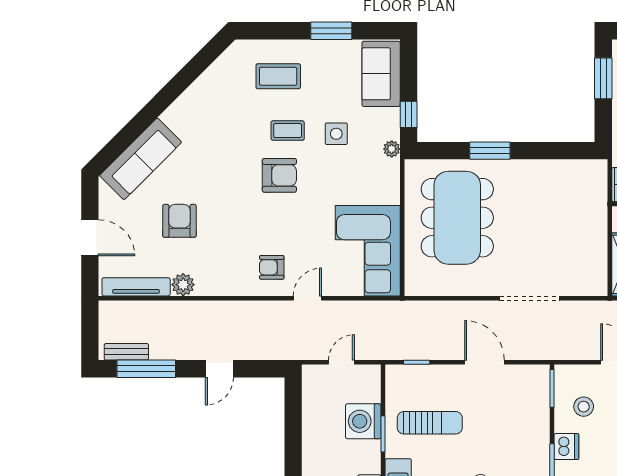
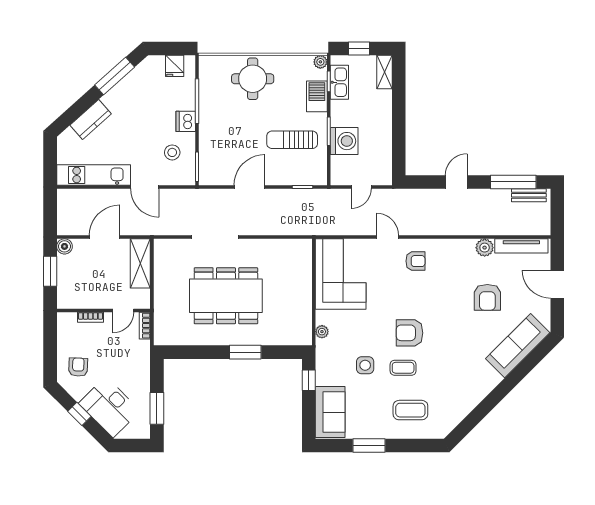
plant: (392, 149) -> (322, 332), moved
dining table: (457, 218) -> (226, 296), moved, turned 90
door: (307, 298) -> (388, 237), swing flipped
door: (485, 362) -> (249, 187), swing flipped

